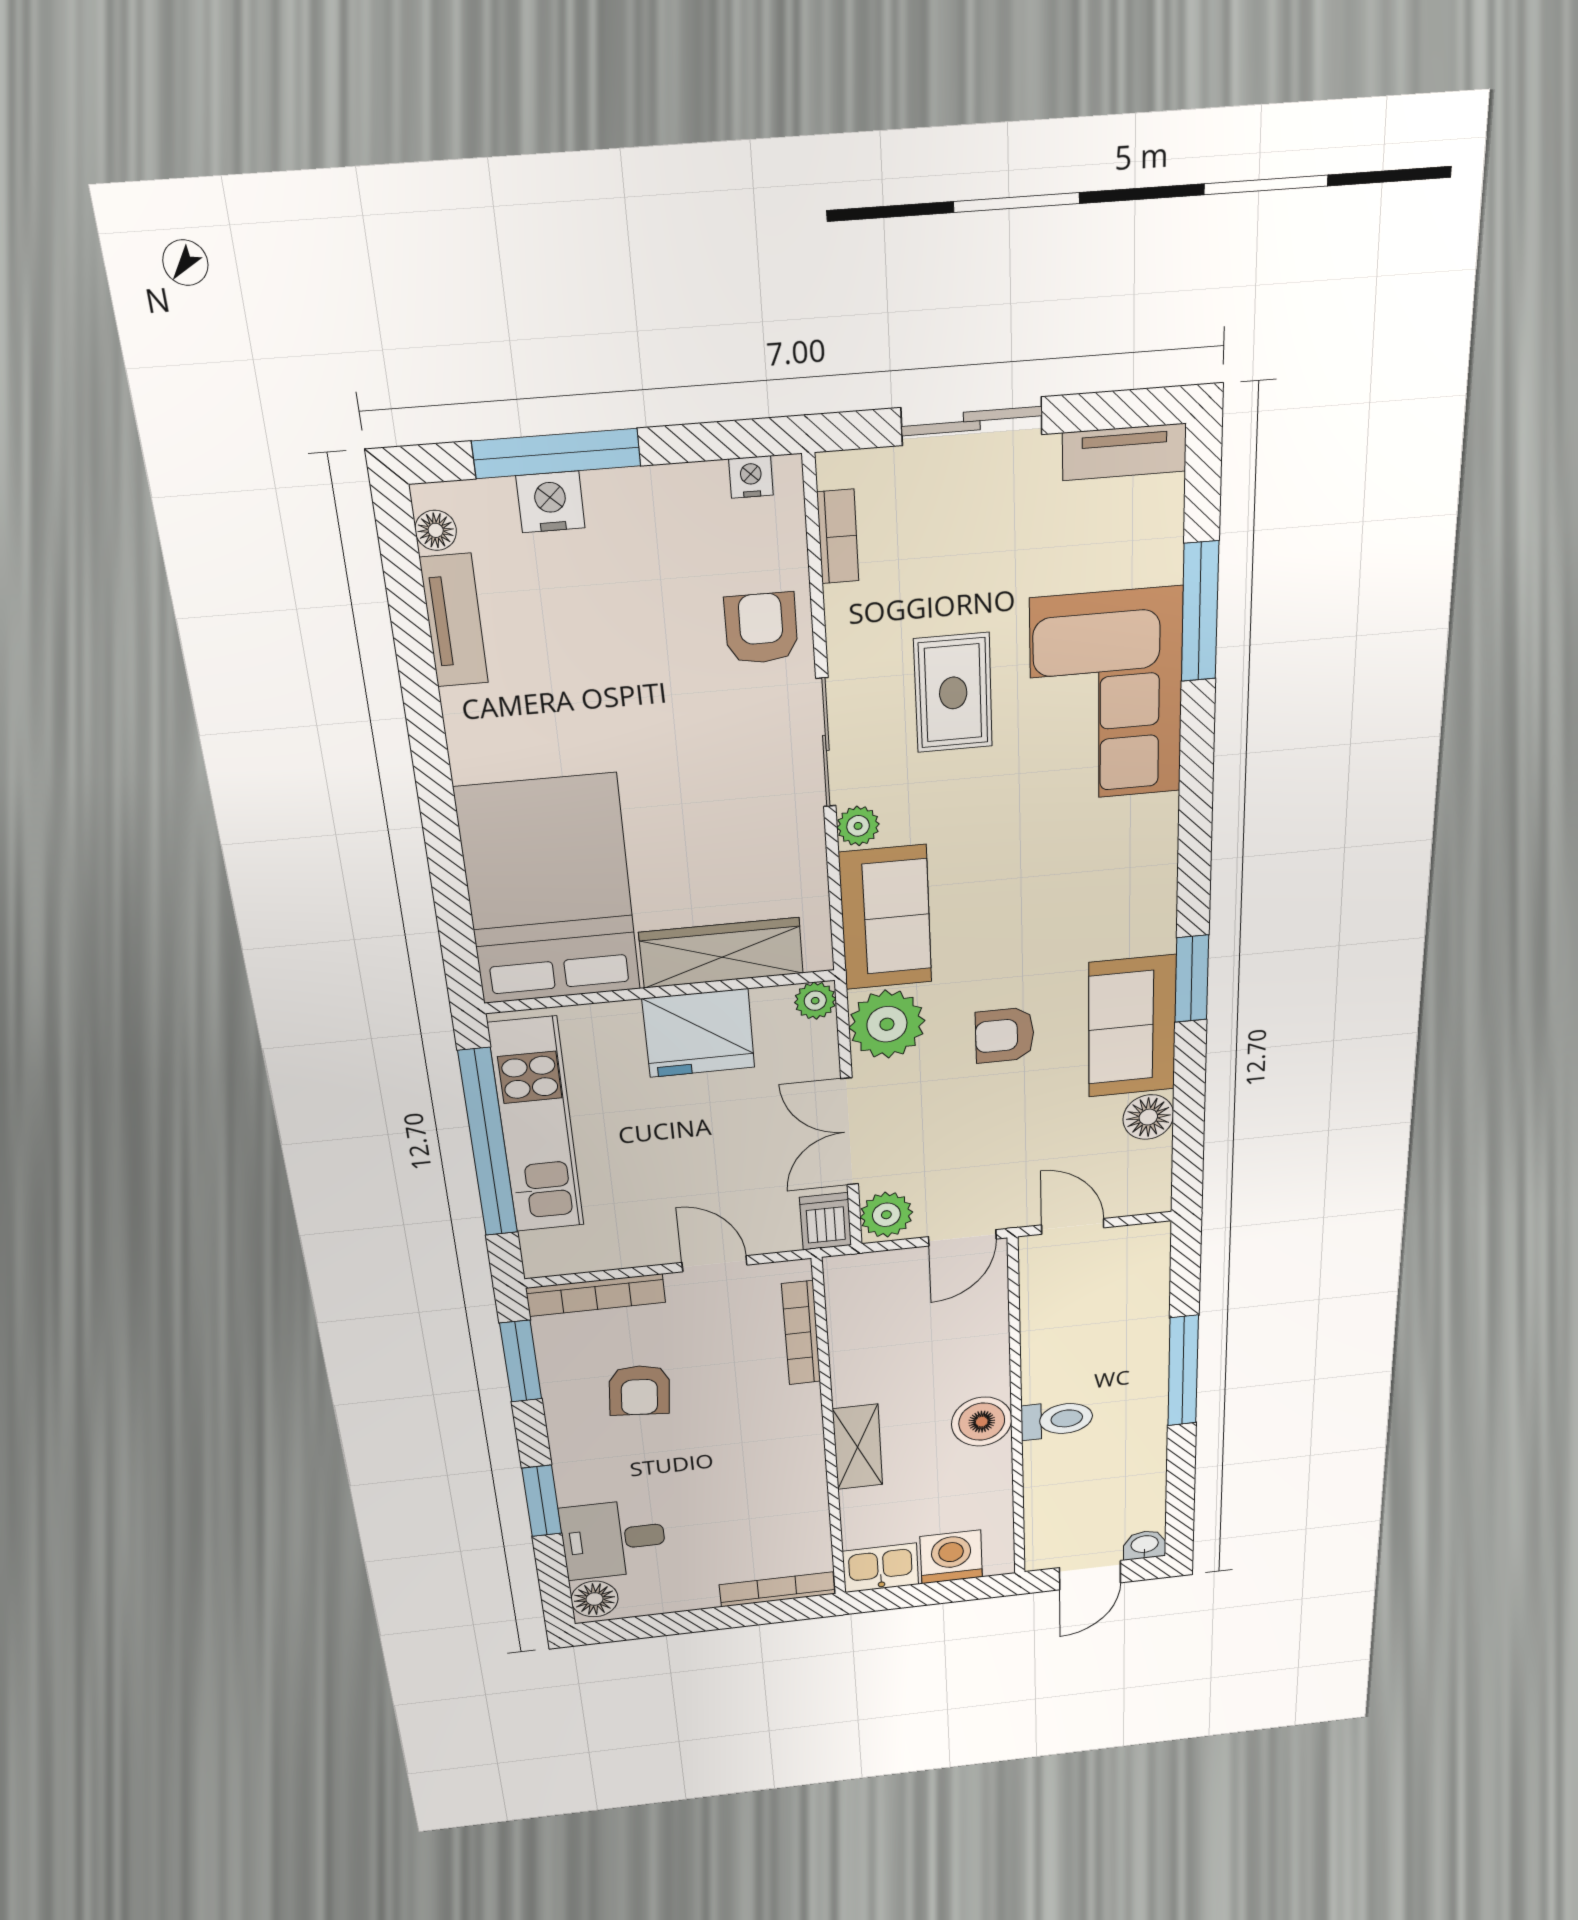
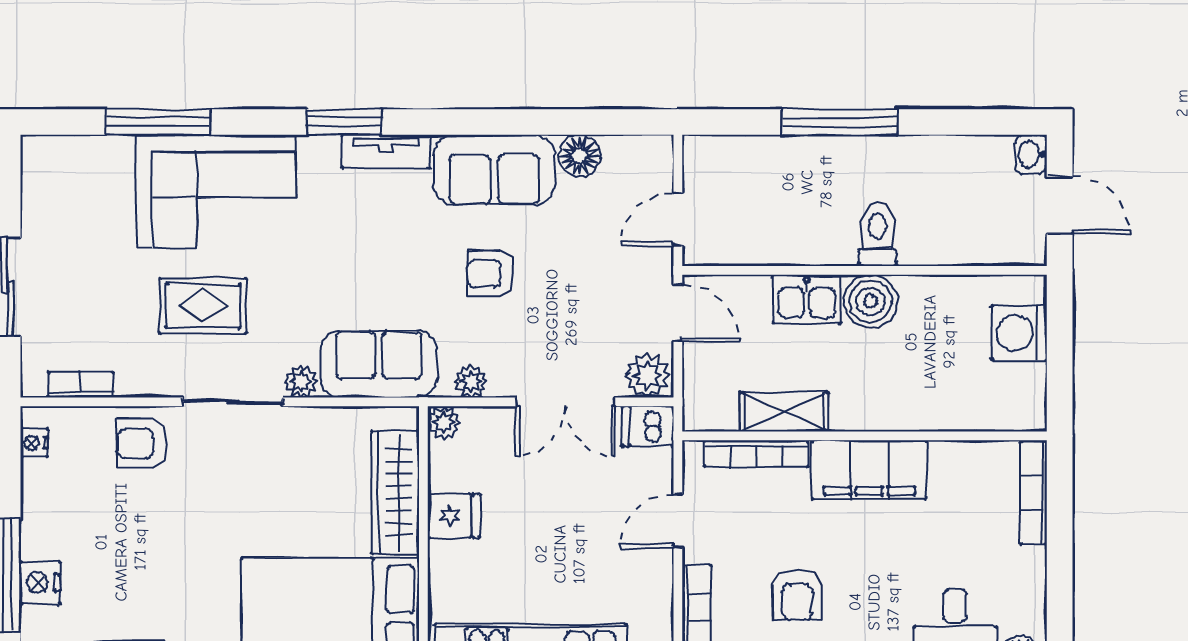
tv unit: (1124, 452) -> (386, 152), moved, turned 90
window: (1192, 979) -> (344, 122), moved
plant: (887, 1024) -> (471, 381), width x0.53, depth x0.53
fridge: (699, 1033) -> (454, 516), width x0.53, depth x0.75
armchair: (1005, 1035) -> (491, 273), turned 90
armchair: (639, 1390) -> (798, 595), turned 85
filing cabinet: (791, 1441) -> (869, 470), added
shelving: (858, 1447) -> (784, 412), moved
kitchen sink: (881, 1568) -> (807, 299), moved, turned -90

